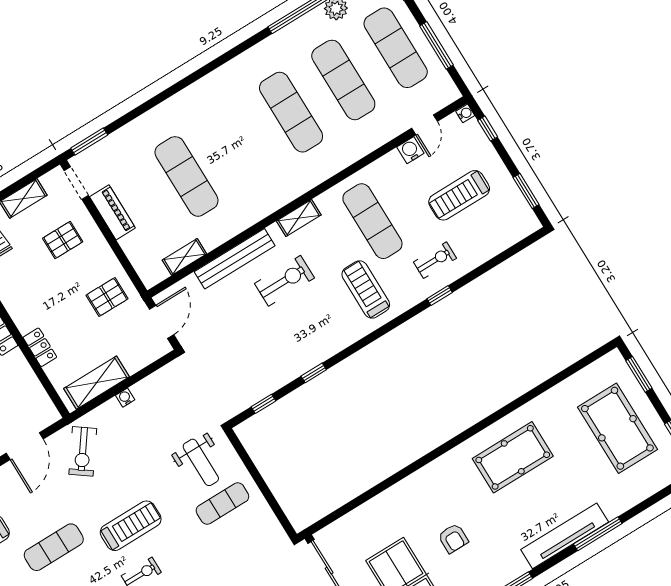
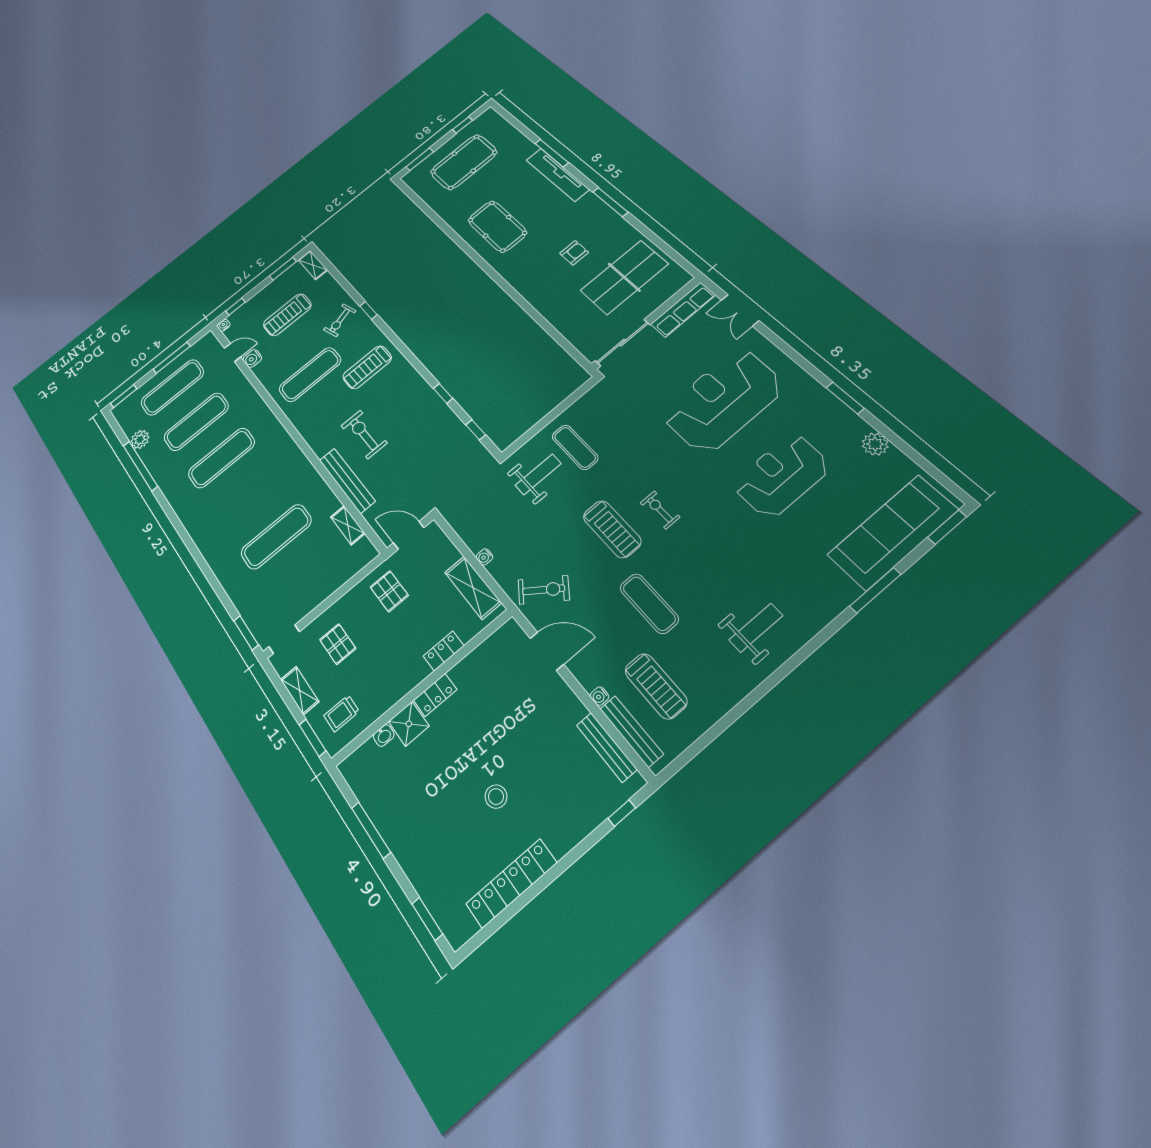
treadmill: (459, 195) -> (287, 315), turned 90
piano: (112, 212) -> (310, 599), removed
shelving: (299, 218) -> (313, 265), moved
exercise bike: (435, 260) -> (340, 320), turned -107
treadmill: (131, 526) -> (612, 529), turned 180

